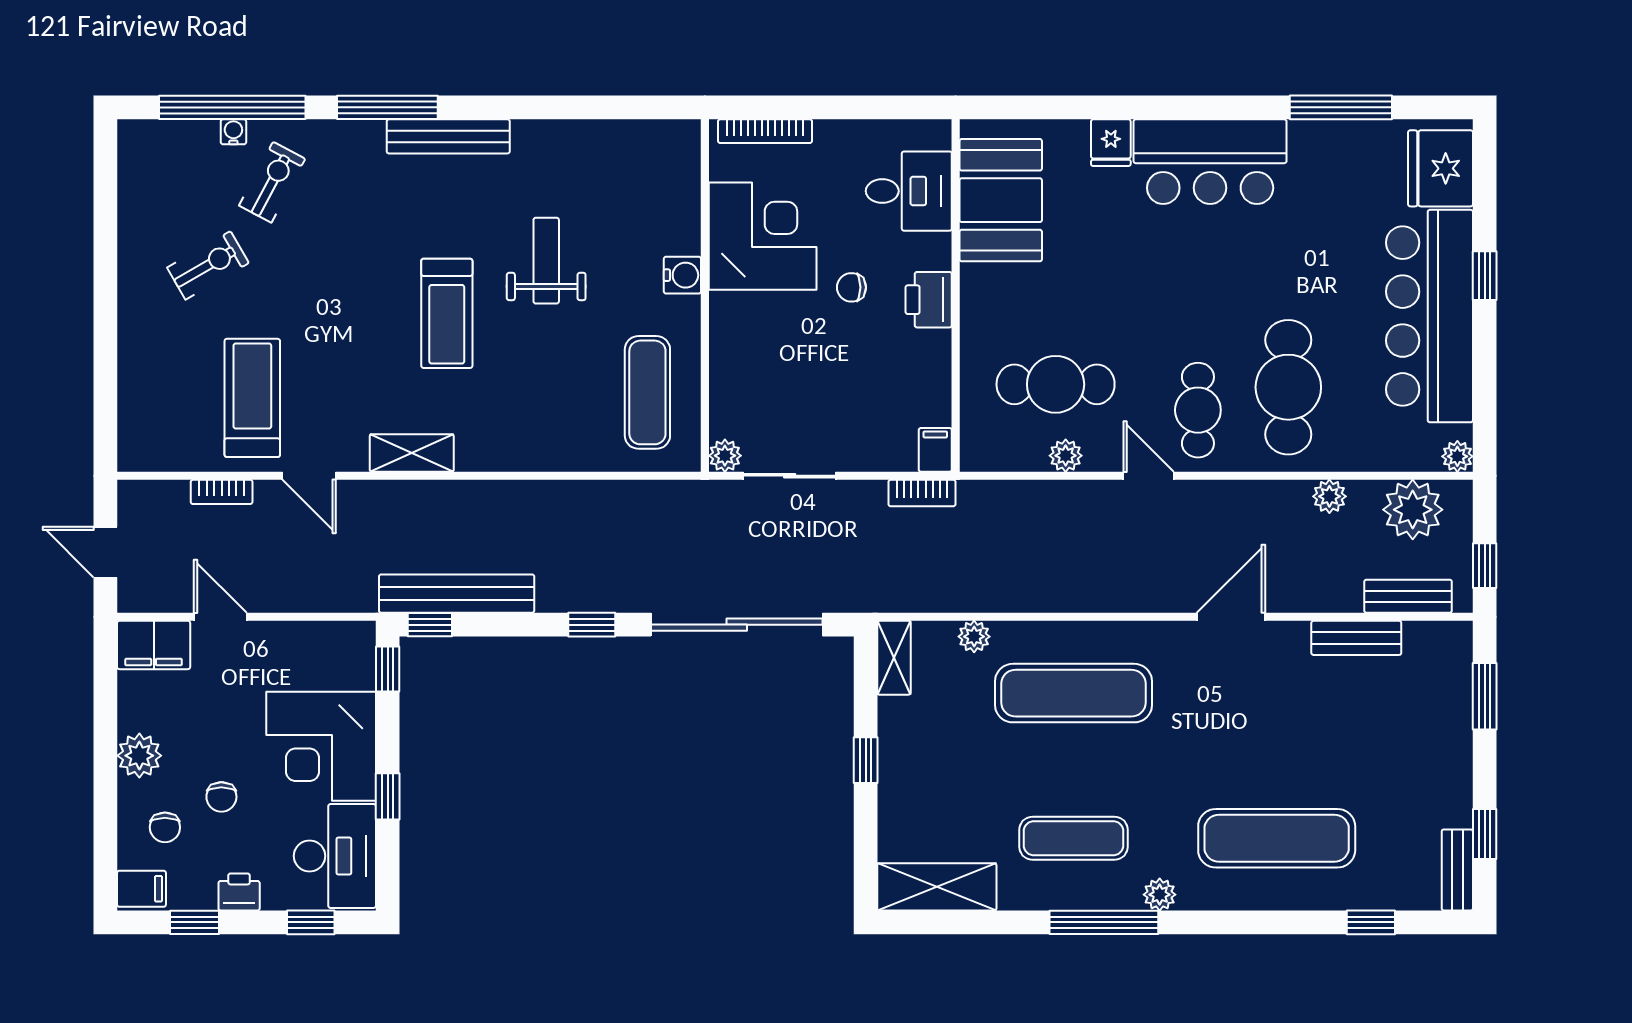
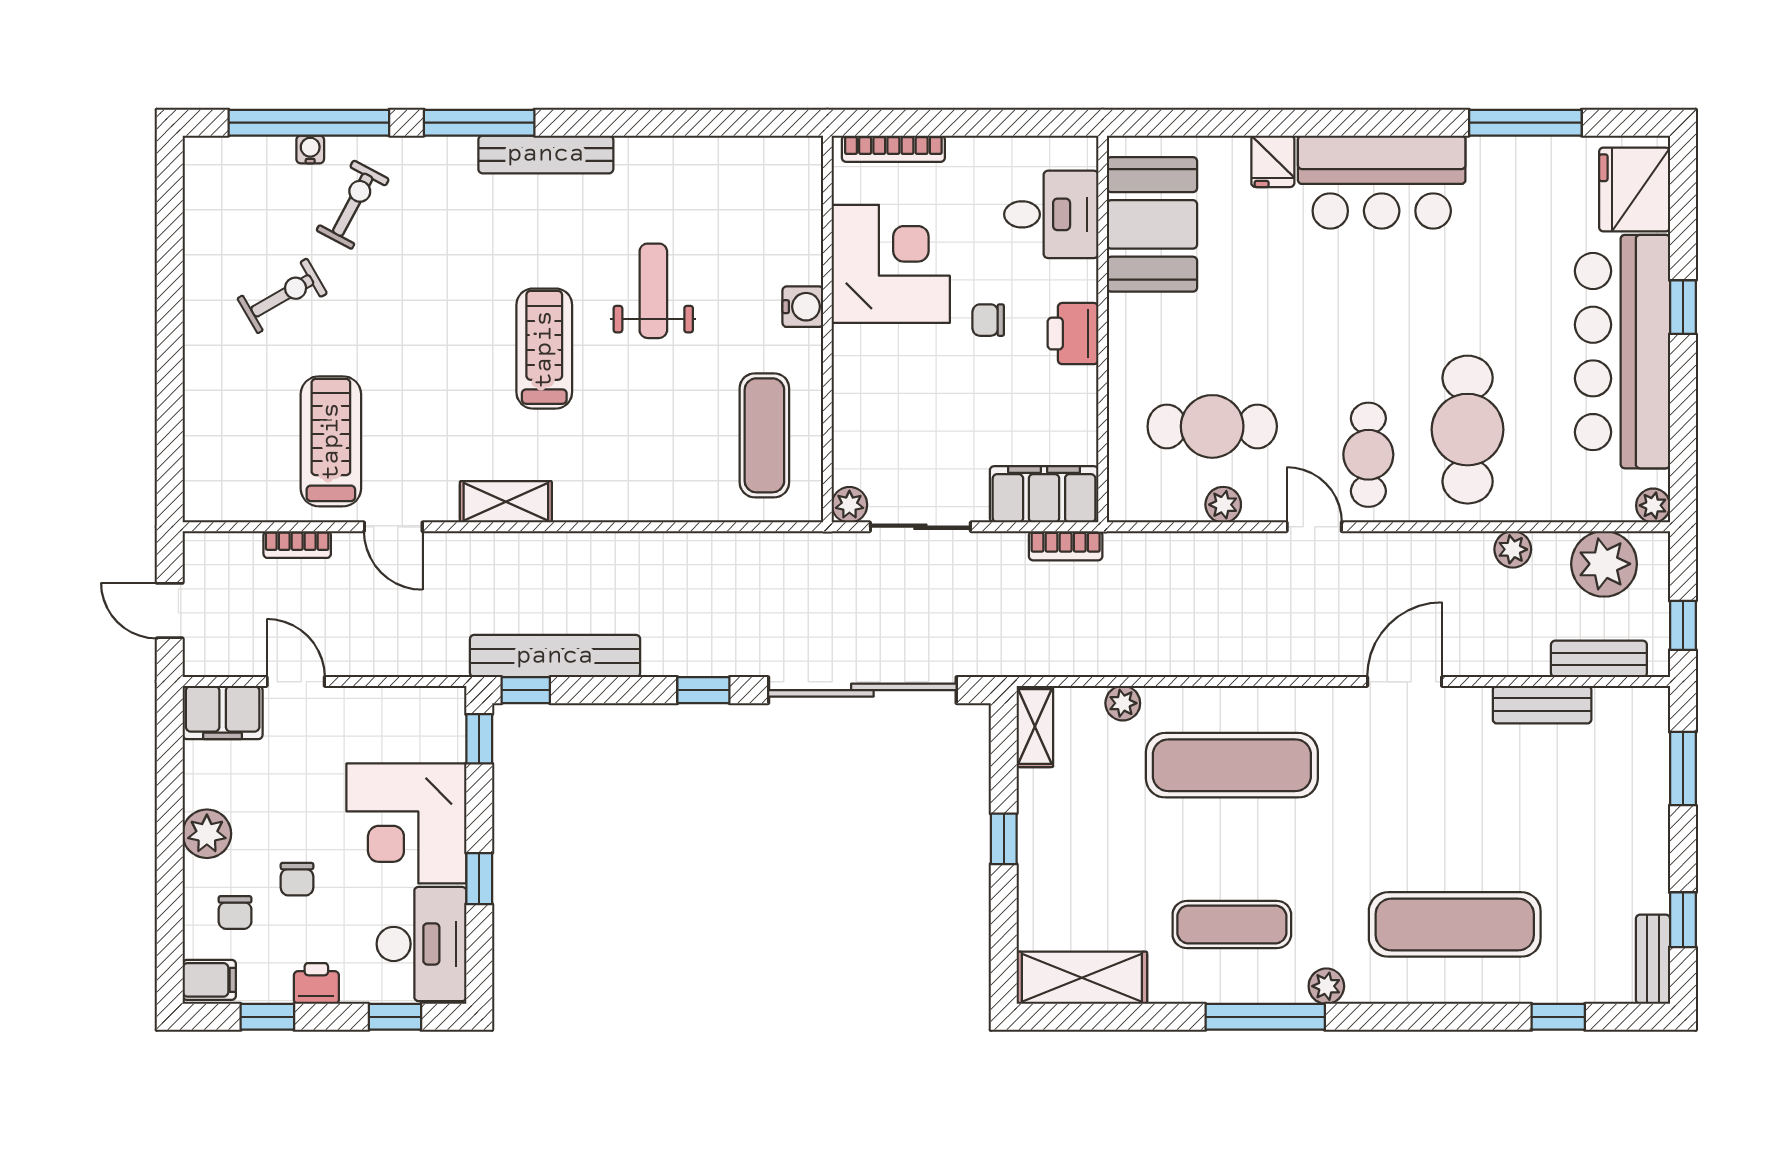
treadmill: (447, 313) -> (544, 349), turned 180
filing cabinet: (935, 450) -> (1044, 494), width x3.00, depth x1.17

